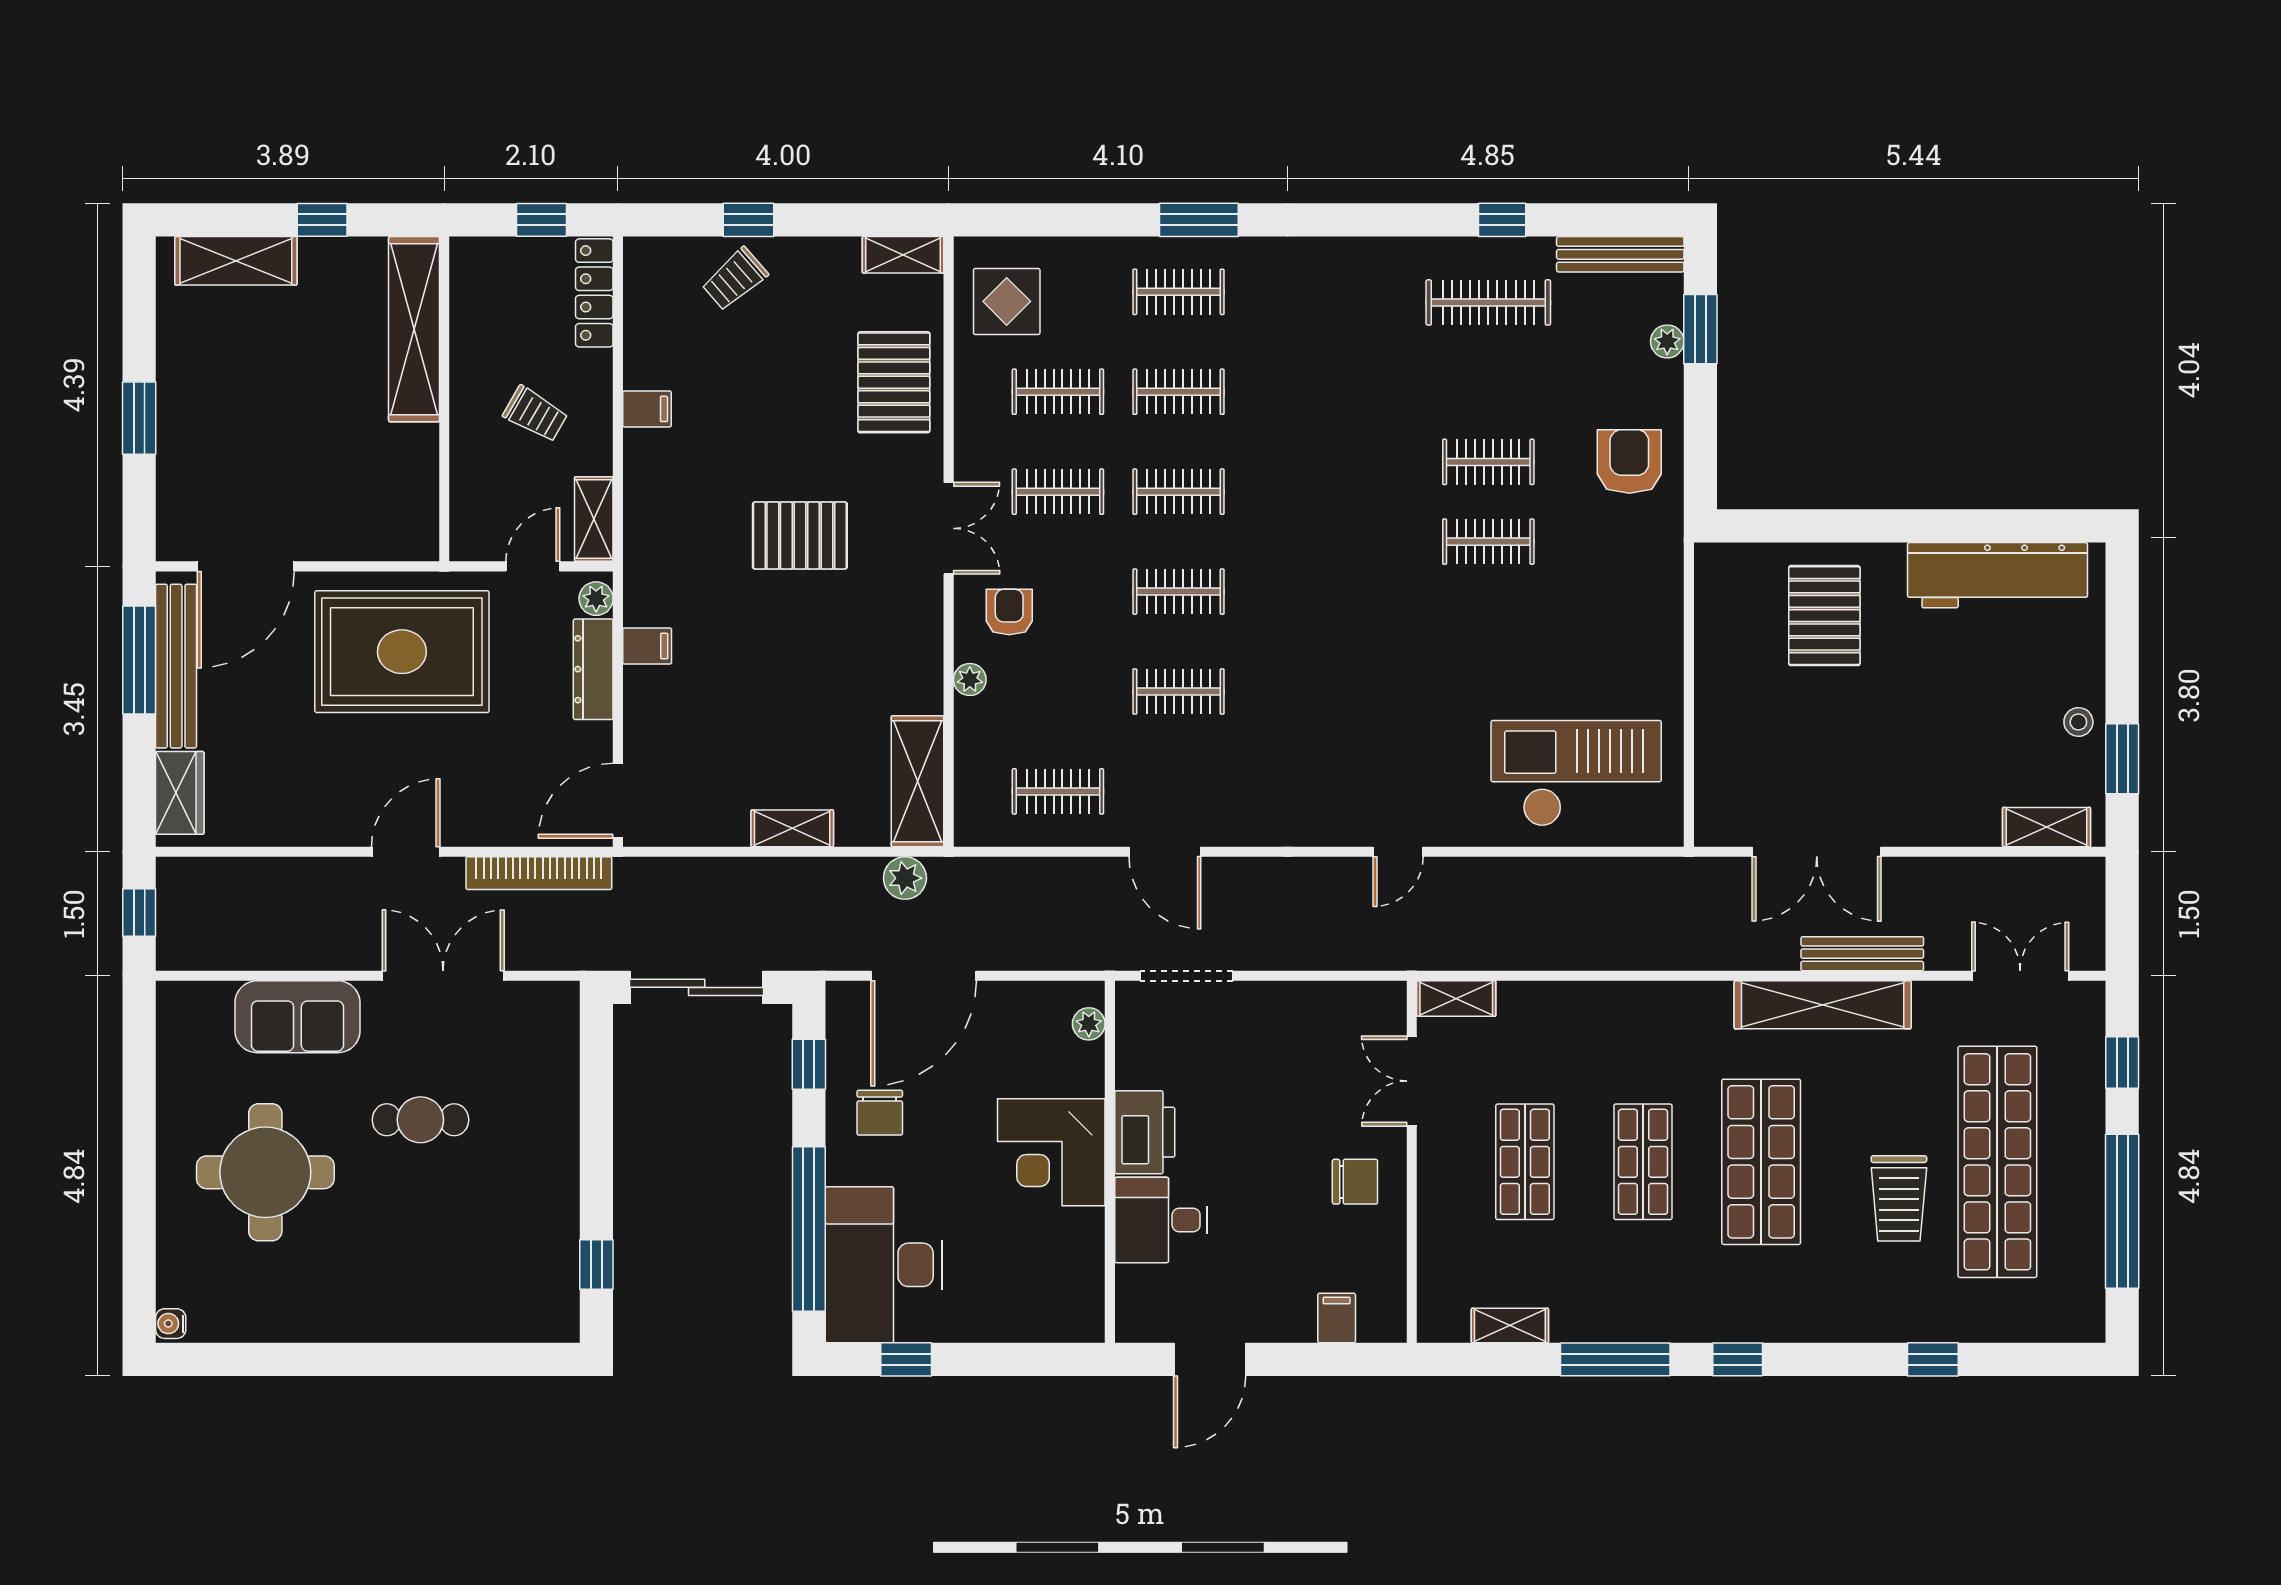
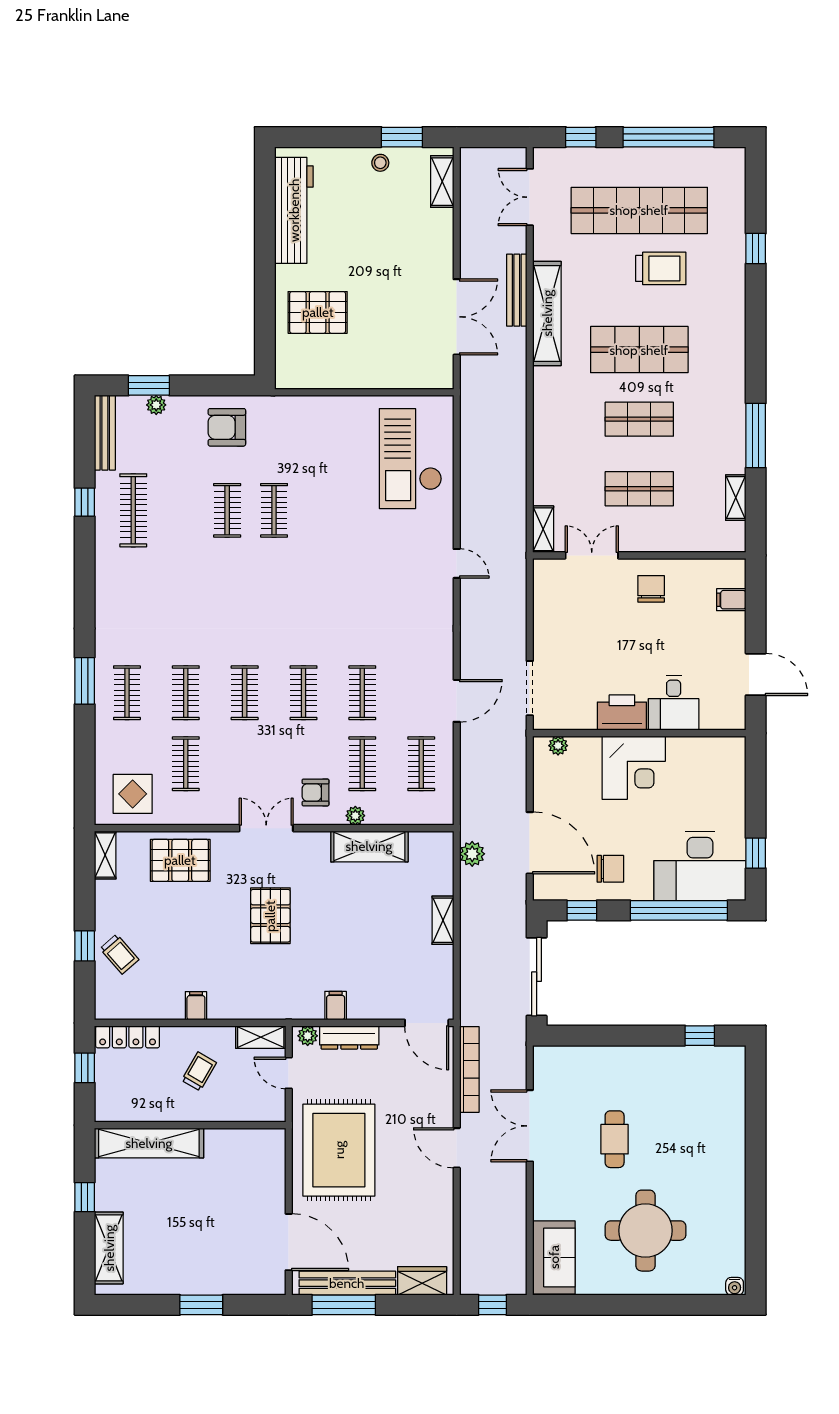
clothes rail: (1058, 492) -> (362, 764), moved
shelving: (918, 781) -> (369, 846), moved
sofa: (297, 1017) -> (554, 1257), moved
double door: (1412, 1081) -> (592, 555), swing flipped
window: (1738, 1359) -> (756, 364), removed

